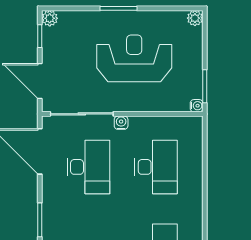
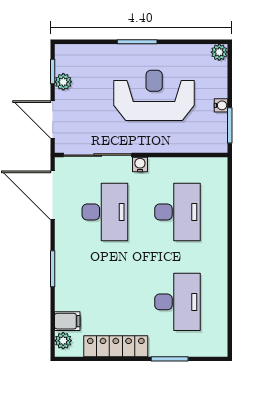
plant: (50, 18) -> (63, 82), moved
water cooler: (197, 106) -> (221, 105), moved

